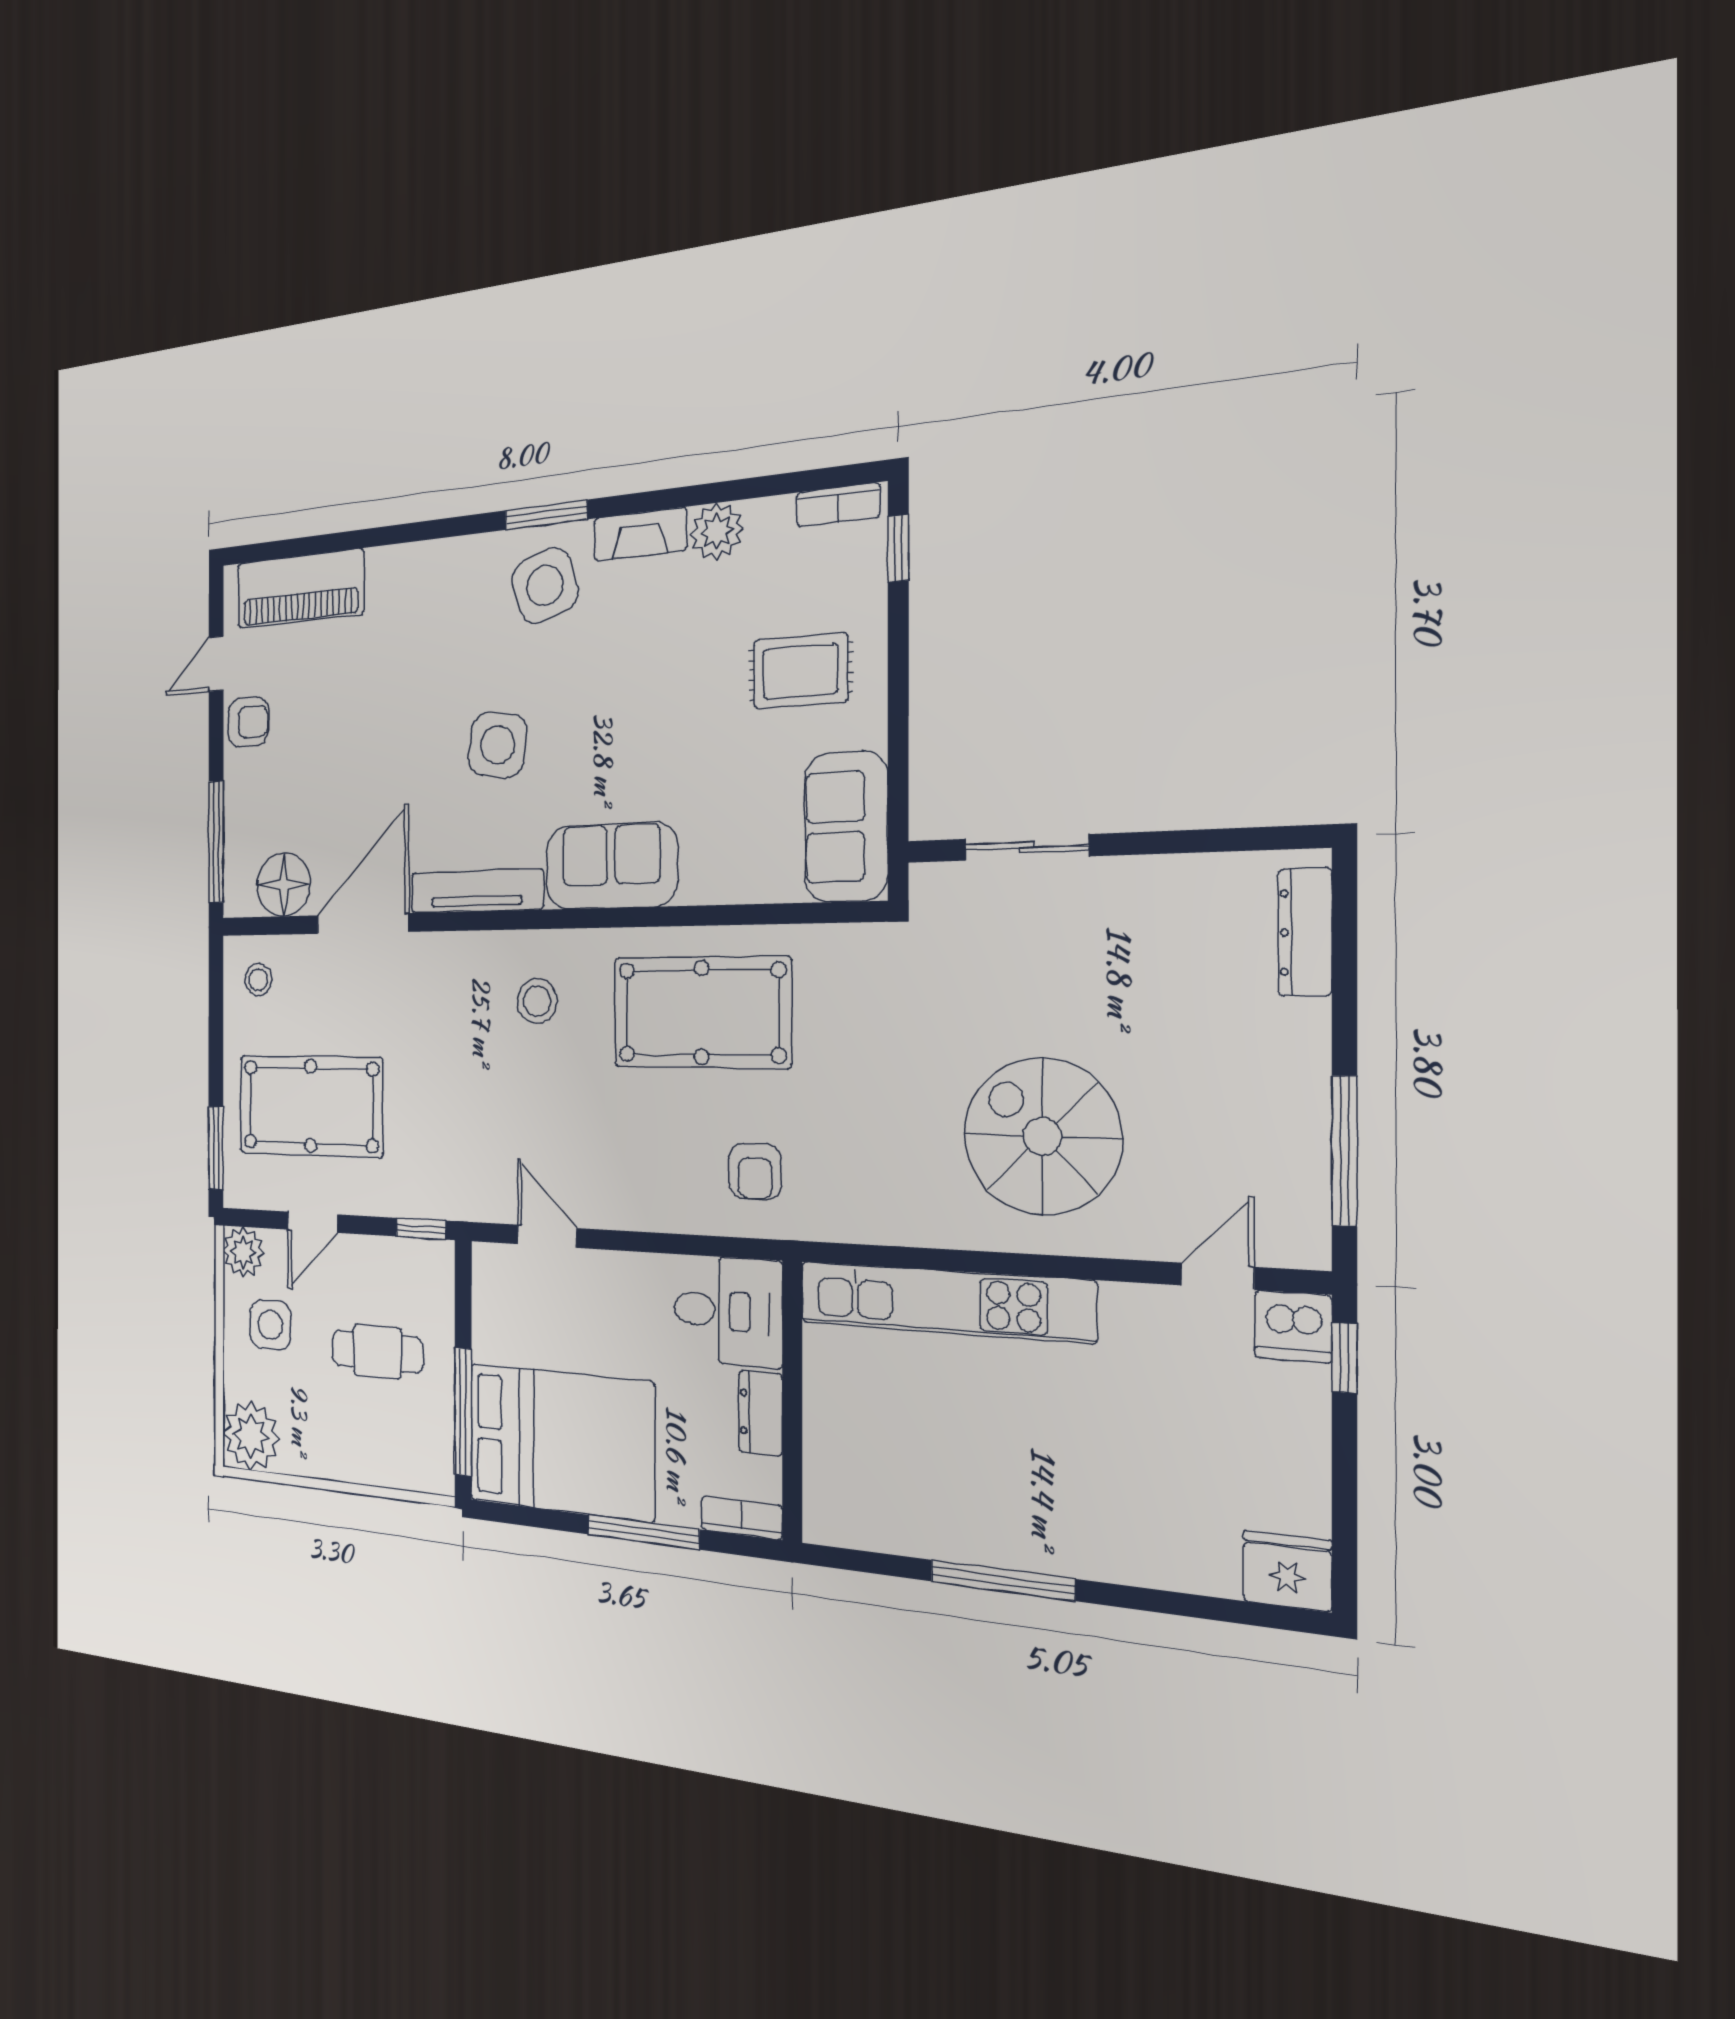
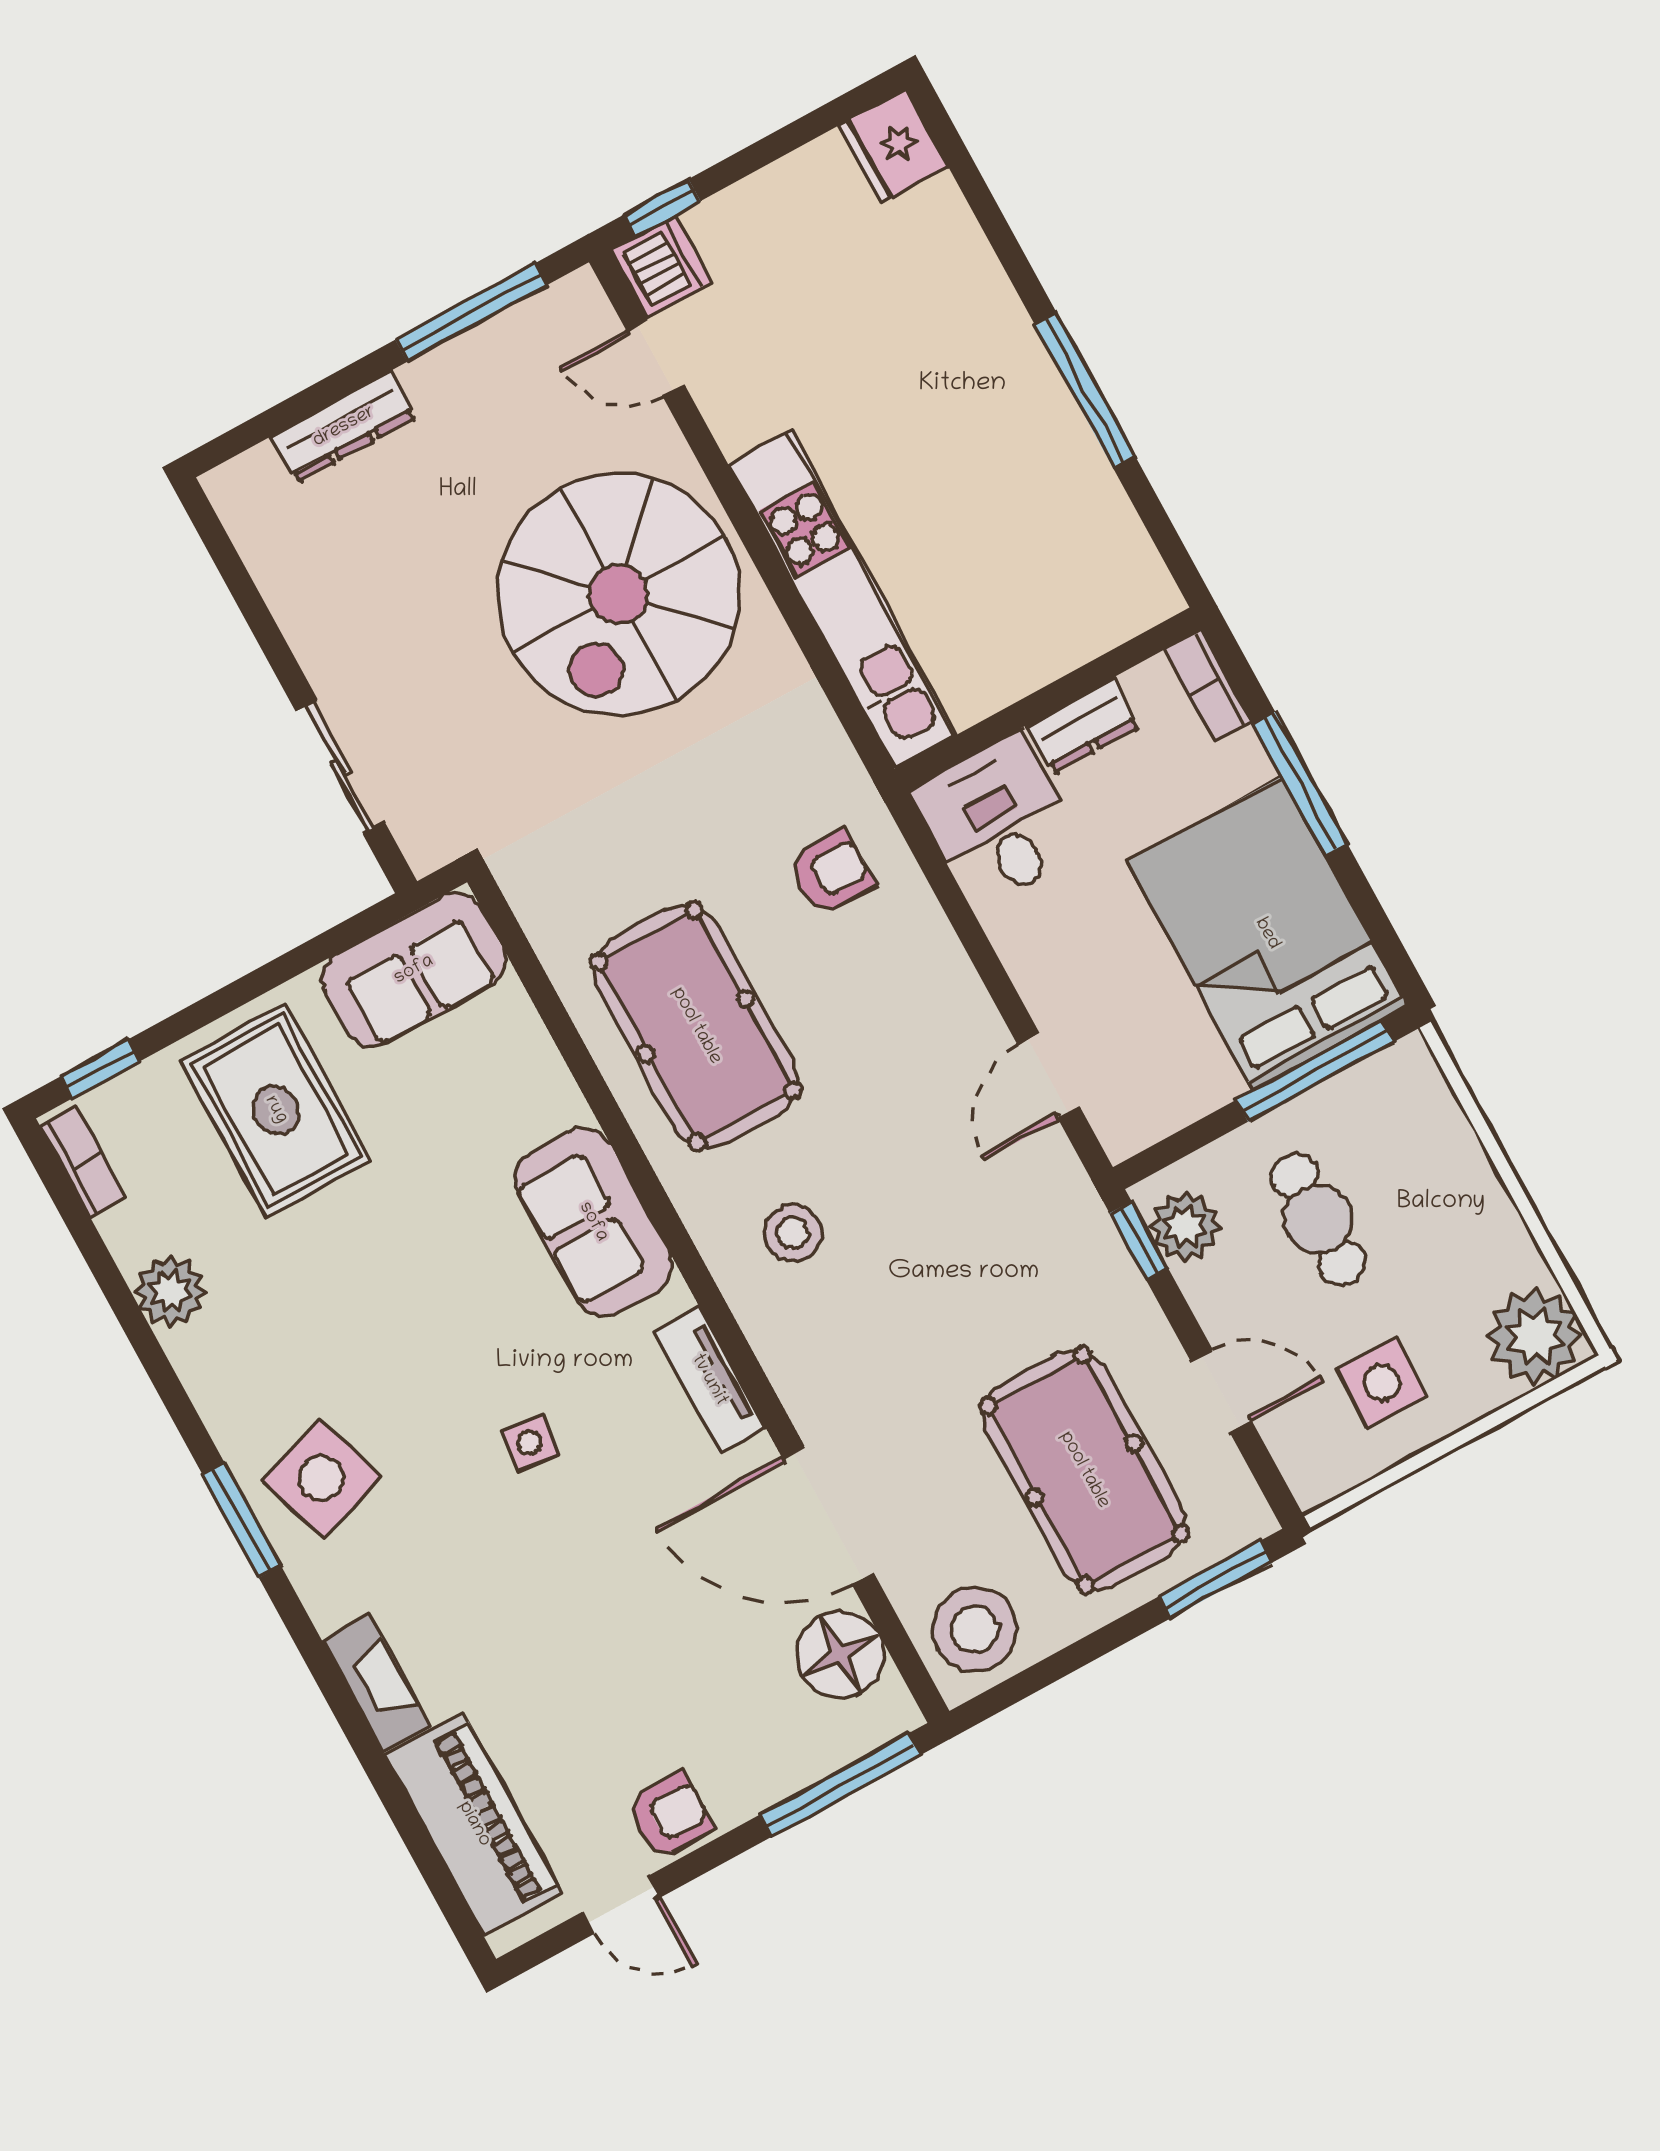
fireplace: (640, 534) -> (376, 1683), moved
rug: (801, 671) -> (276, 1110), width x1.36, depth x1.43
armchair: (248, 722) -> (670, 1816), turned 90
side table: (498, 745) -> (530, 1443), width x0.54, depth x0.54
tv unit: (477, 891) -> (709, 1380), width x0.71
dresser: (1305, 932) -> (344, 427), moved
stool: (258, 980) -> (975, 1629), width x1.89, depth x1.89
spiral stairs: (1042, 1136) -> (618, 594), width x1.37, depth x1.37
plant: (243, 1252) -> (1185, 1227), moved

